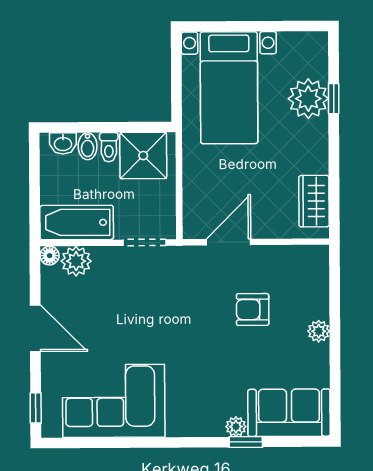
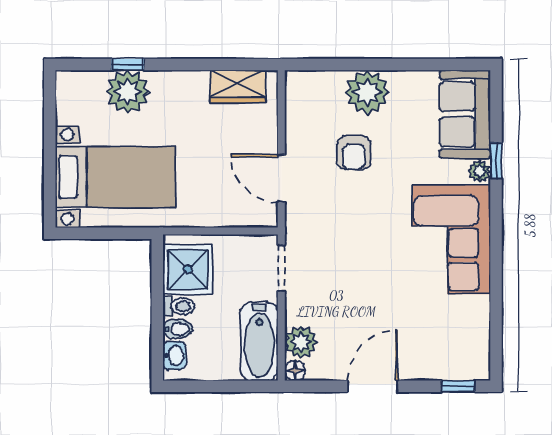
plant: (319, 331) -> (367, 92), width x1.88, depth x1.88
corner sofa: (114, 401) -> (451, 239), moved

